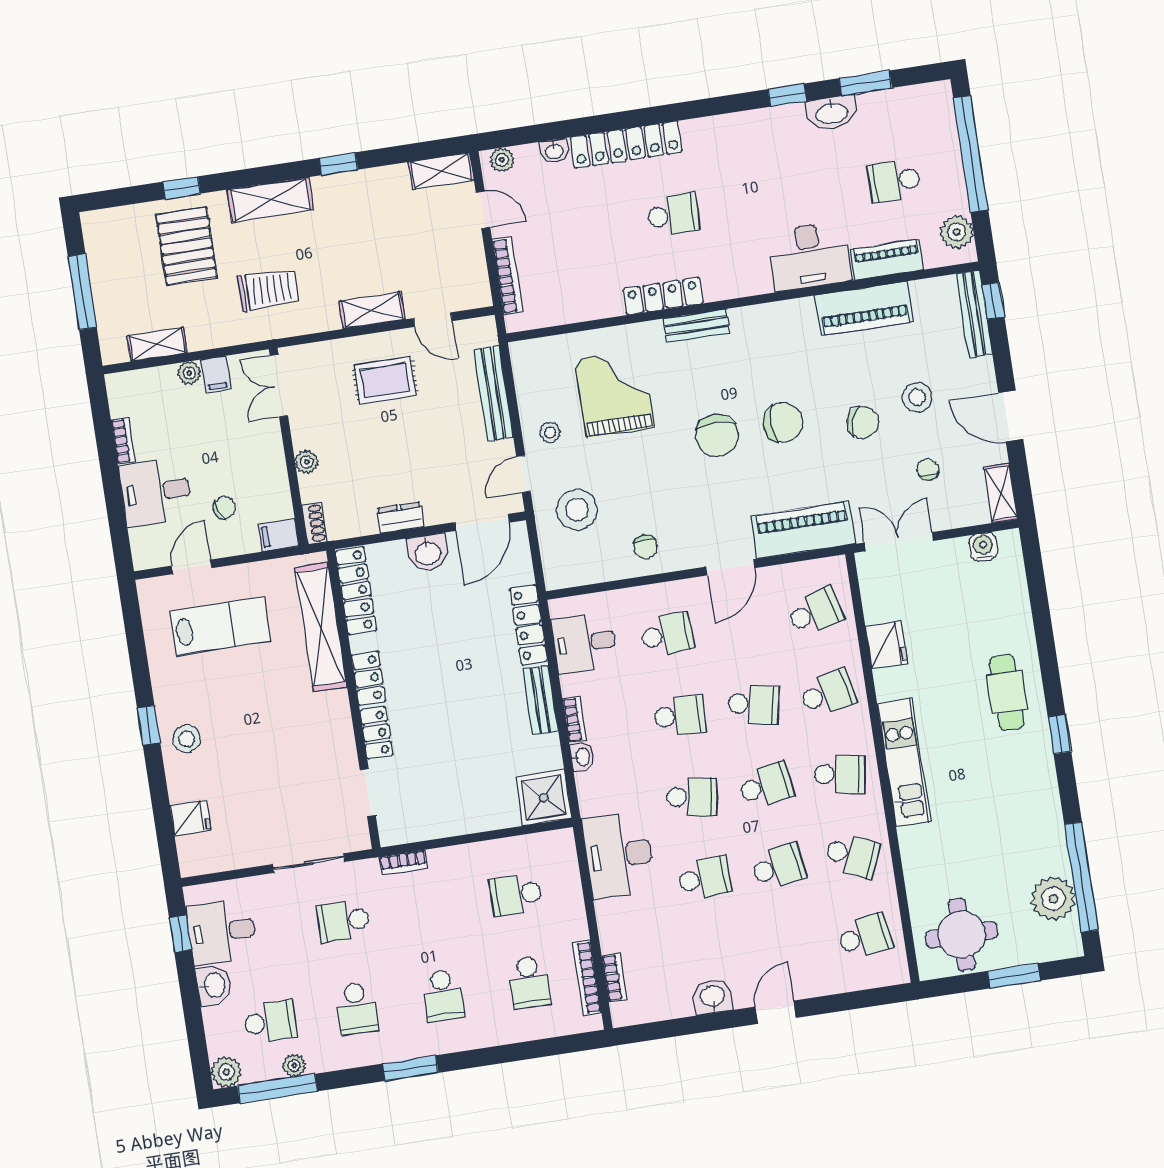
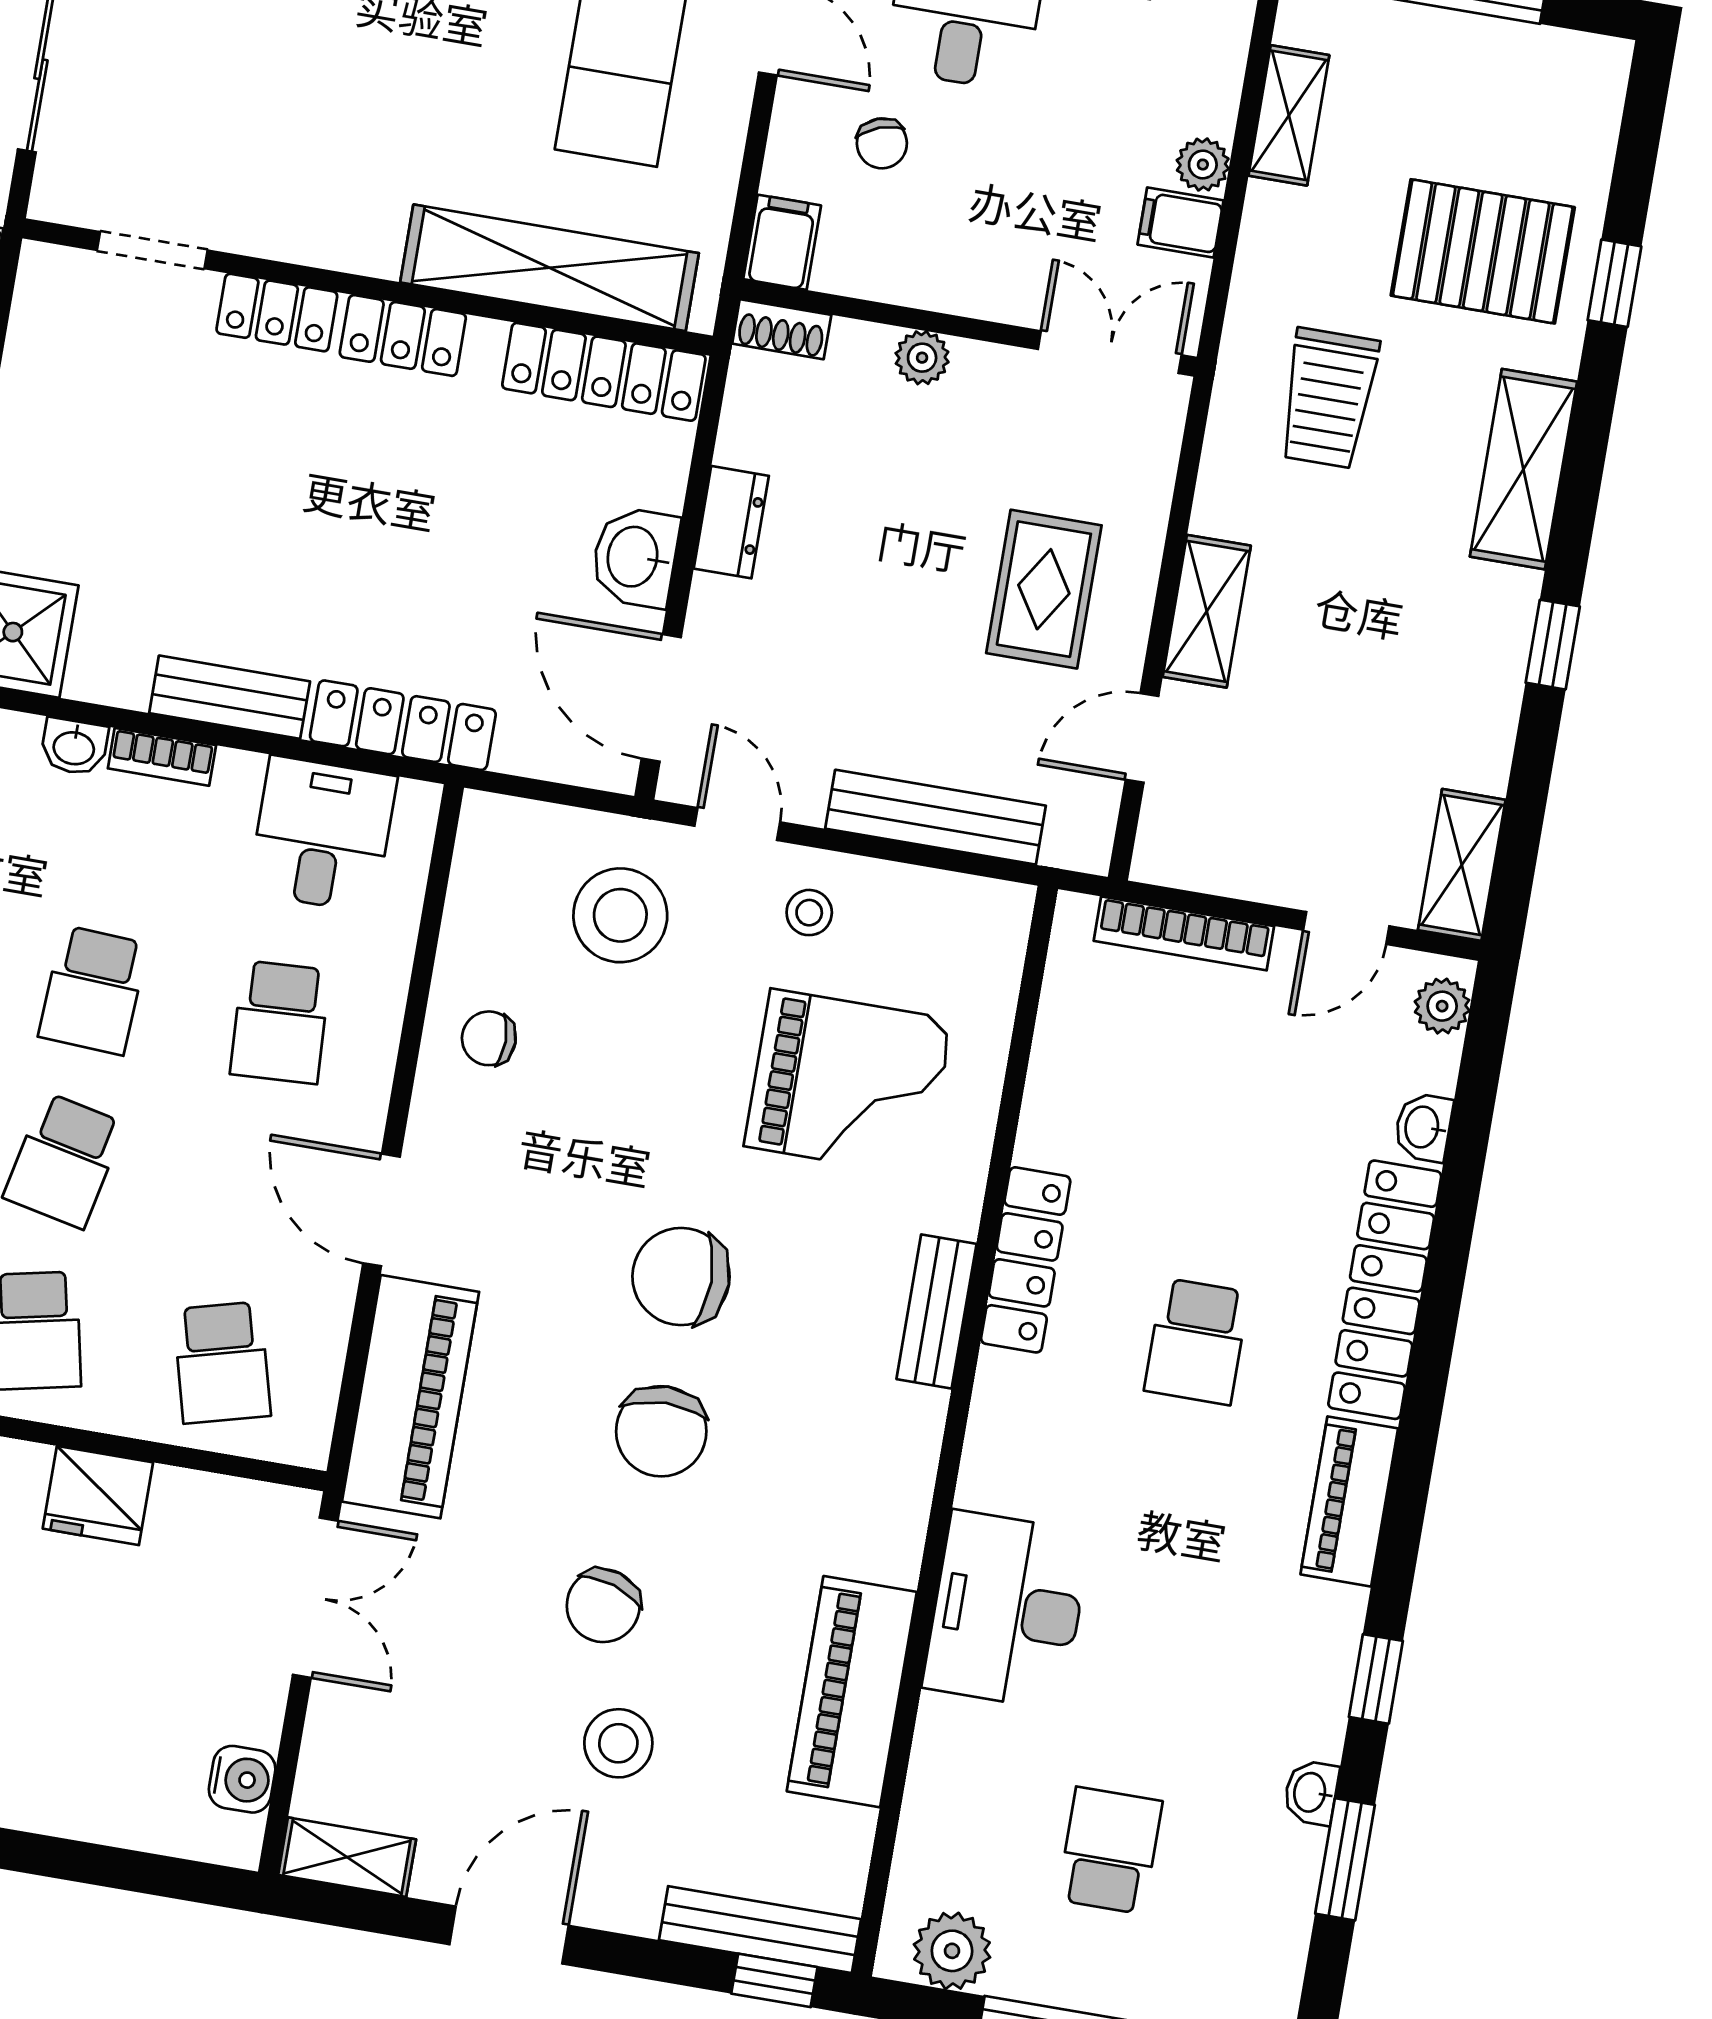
washbasin: (832, 113) -> (1311, 1793), width x0.52, depth x0.69
piano: (887, 260) -> (1349, 1501), moved, turned 180
chair: (928, 469) -> (452, 1714), removed

